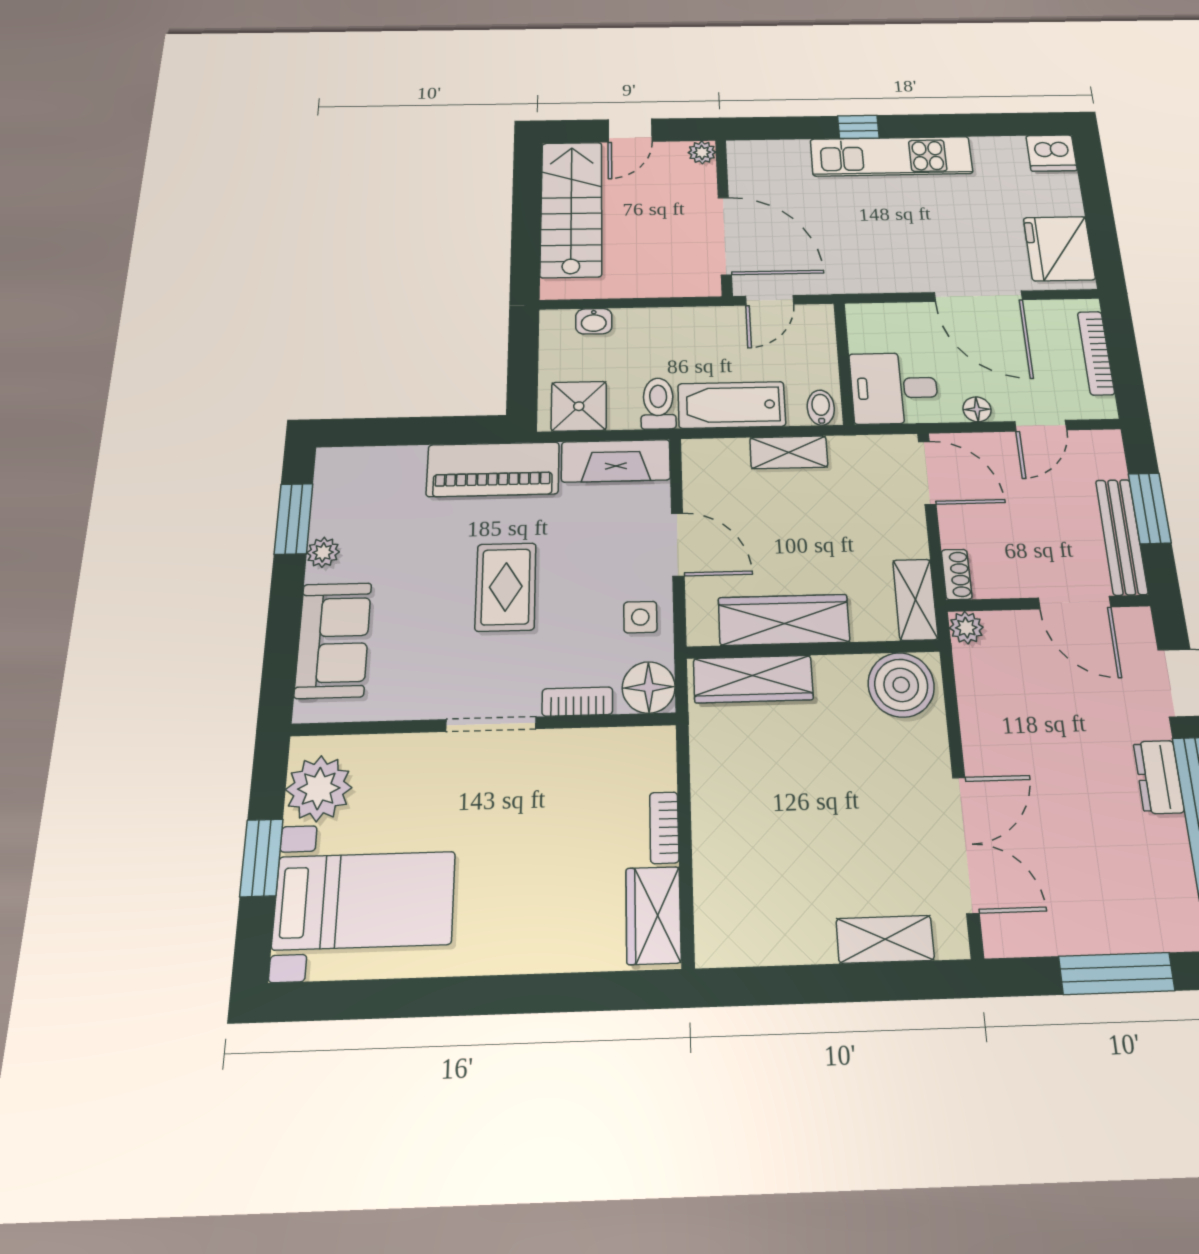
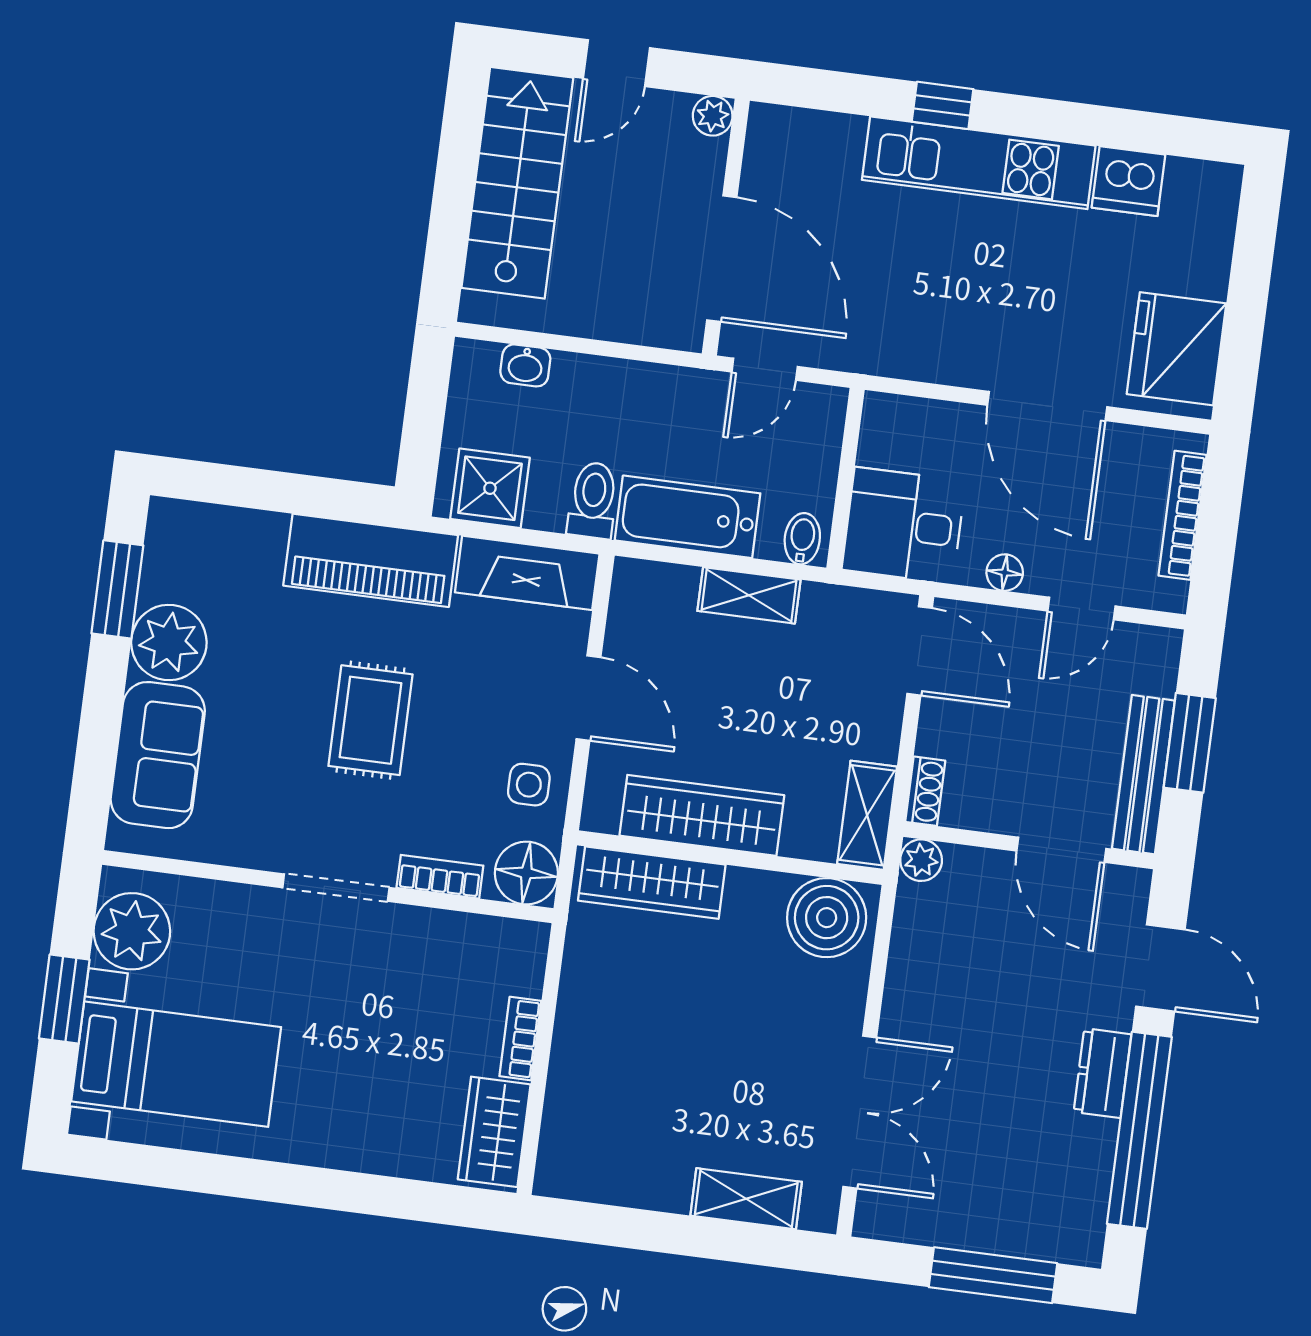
dishwasher: (1051, 153) -> (1129, 181), moved
plant: (323, 552) -> (169, 642), width x1.88, depth x1.88

